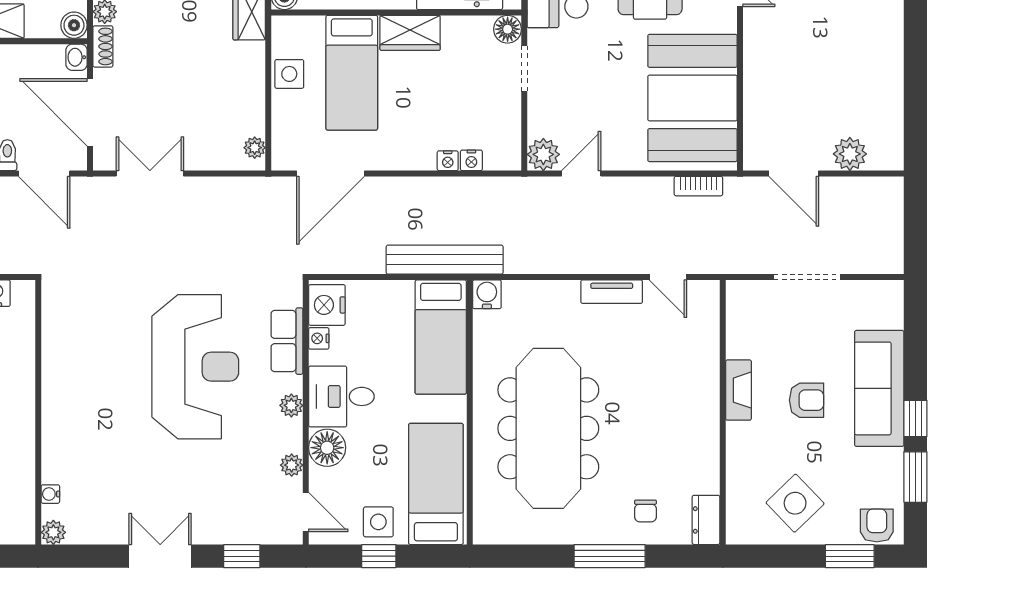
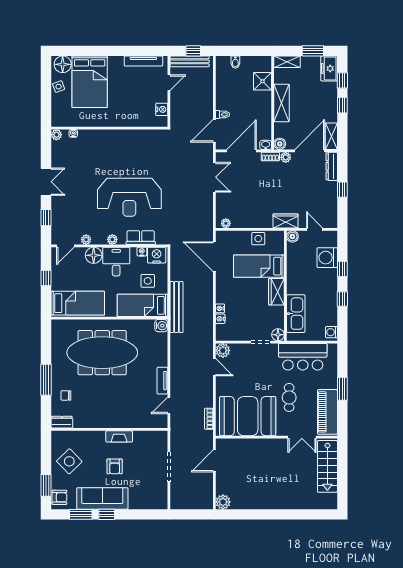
plant: (850, 154) -> (223, 502), moved
sofa: (879, 388) -> (102, 498), moved
side table: (378, 522) -> (148, 281), moved

